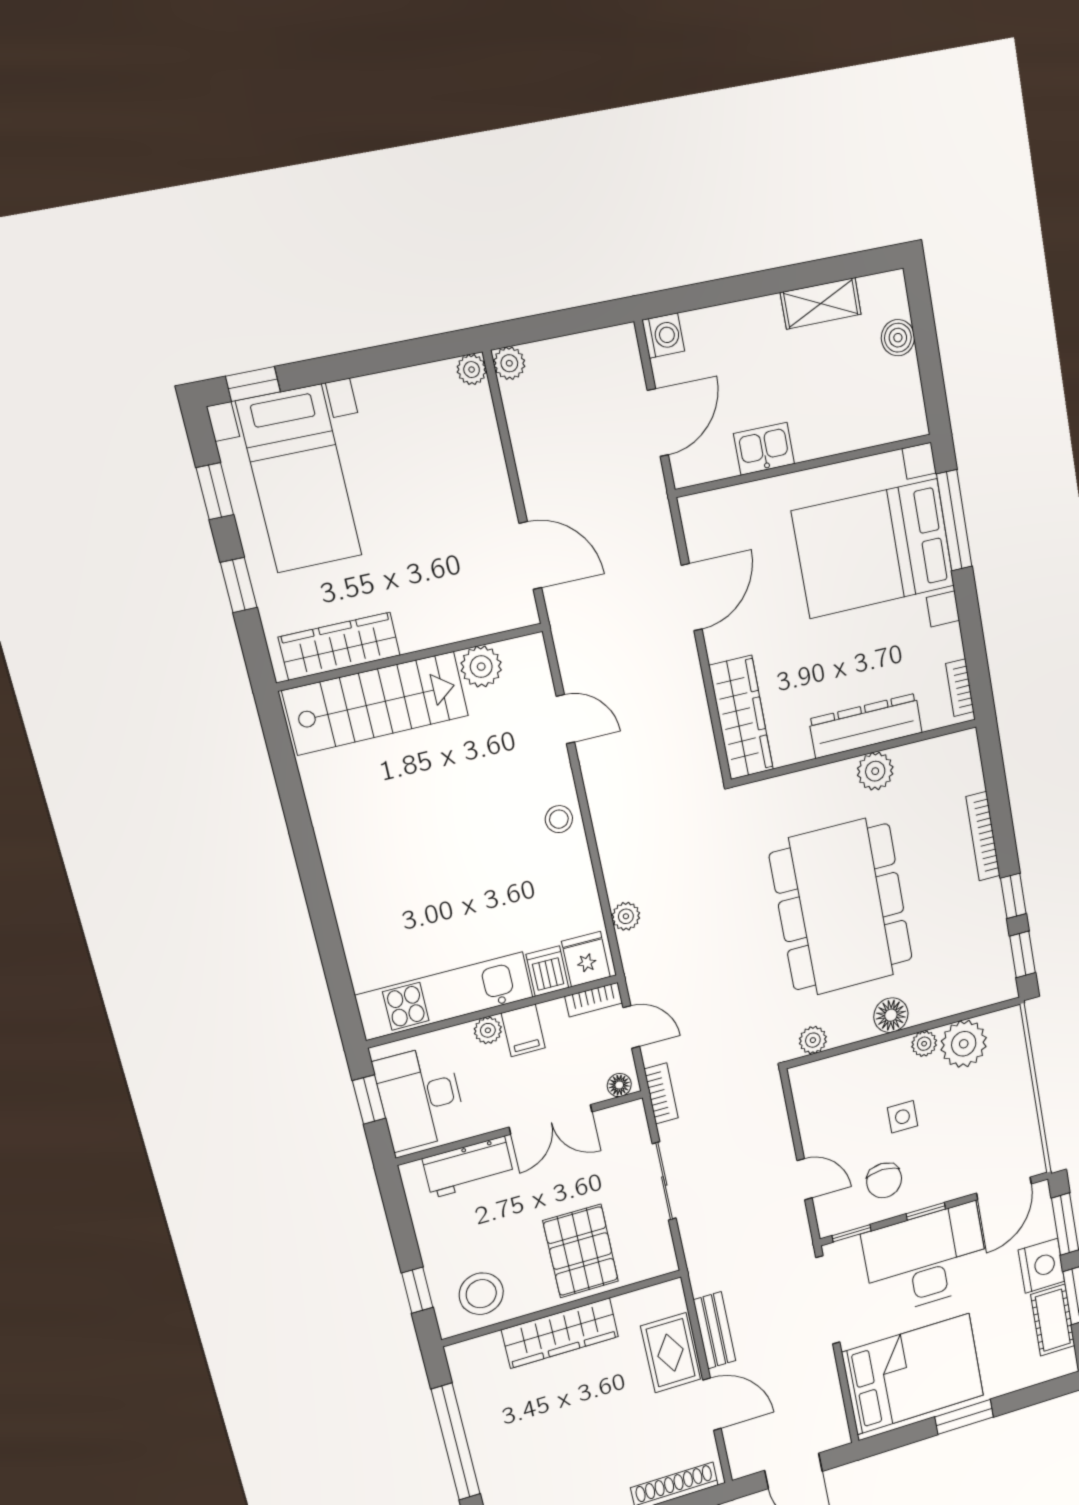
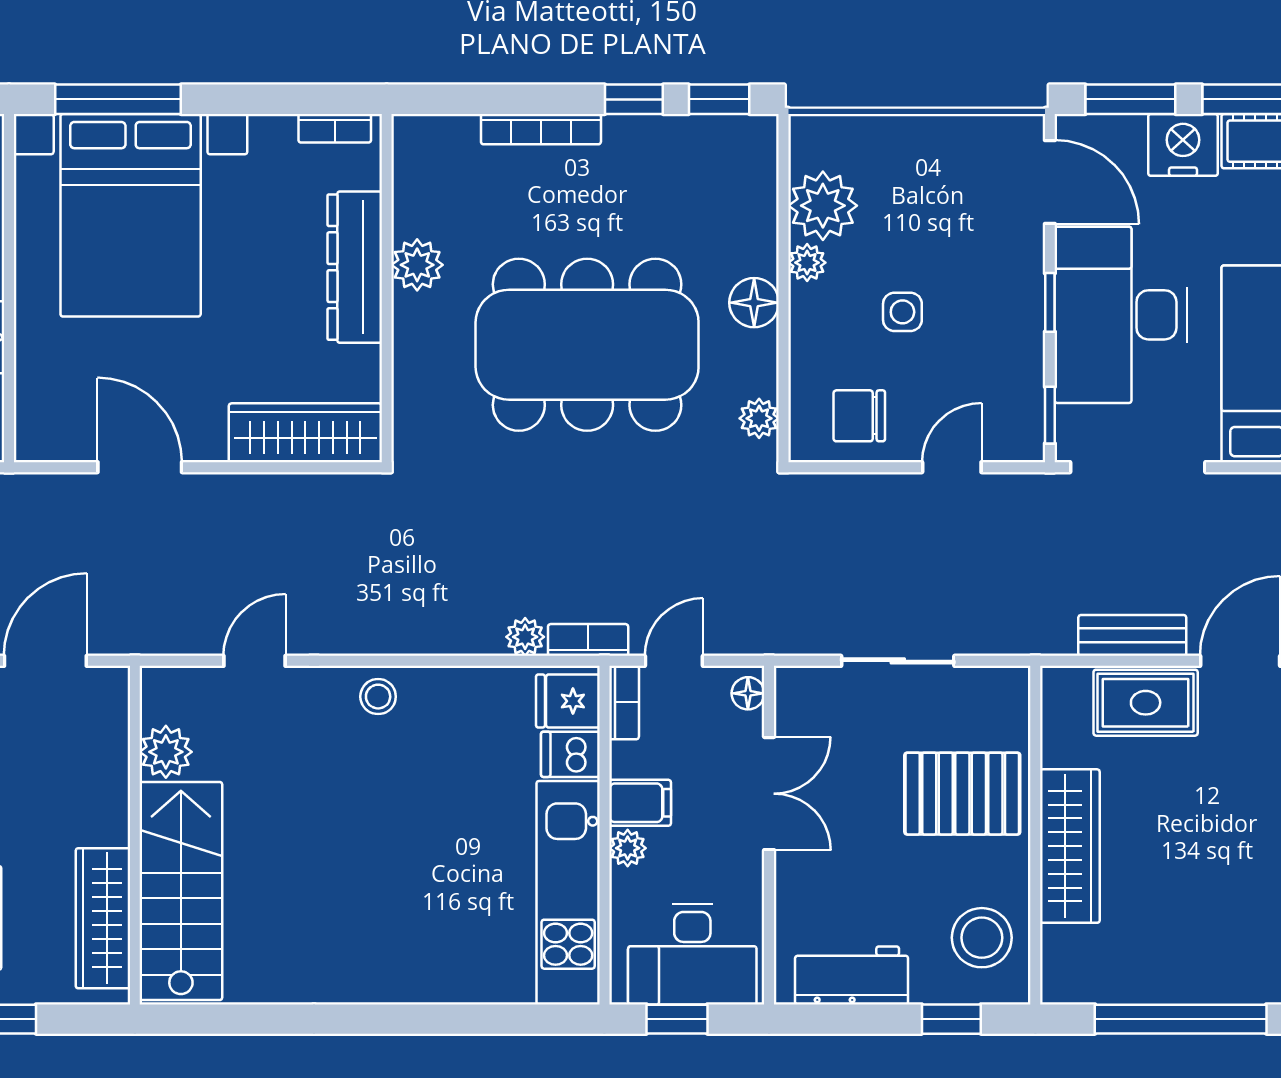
bookcase: (661, 1093) -> (588, 640), moved
workbench: (468, 1167) -> (852, 975), moved, turned -90
chair: (884, 1180) -> (859, 416), moved, turned 180

